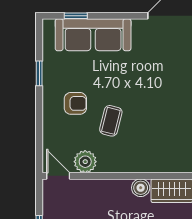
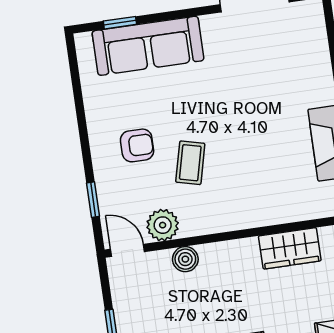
window: (39, 73) -> (93, 200), moved
boiler: (141, 188) -> (185, 259), moved

